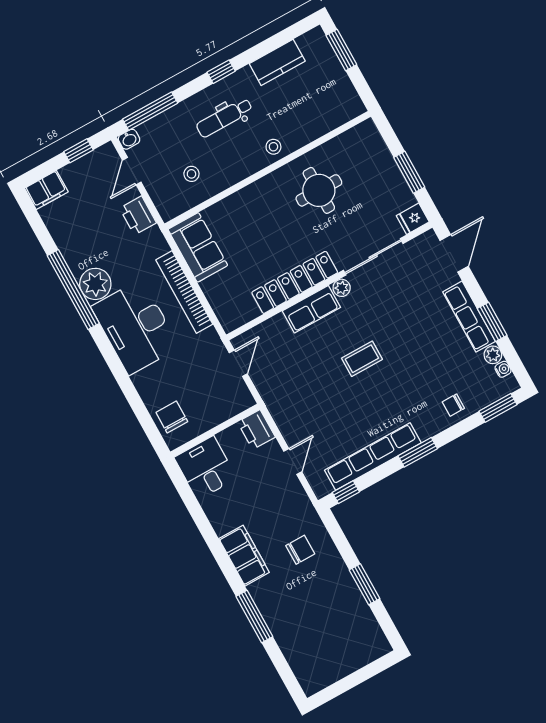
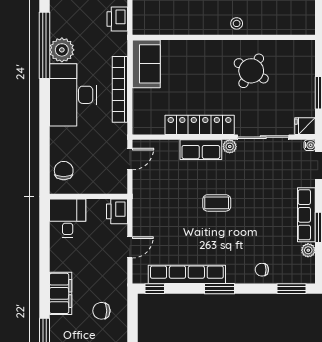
stool: (191, 174) -> (170, 11), removed
round table: (319, 190) -> (251, 71), turned 32
water cooler: (503, 369) -> (310, 145), moved
chair: (300, 550) -> (101, 311), turned 180

